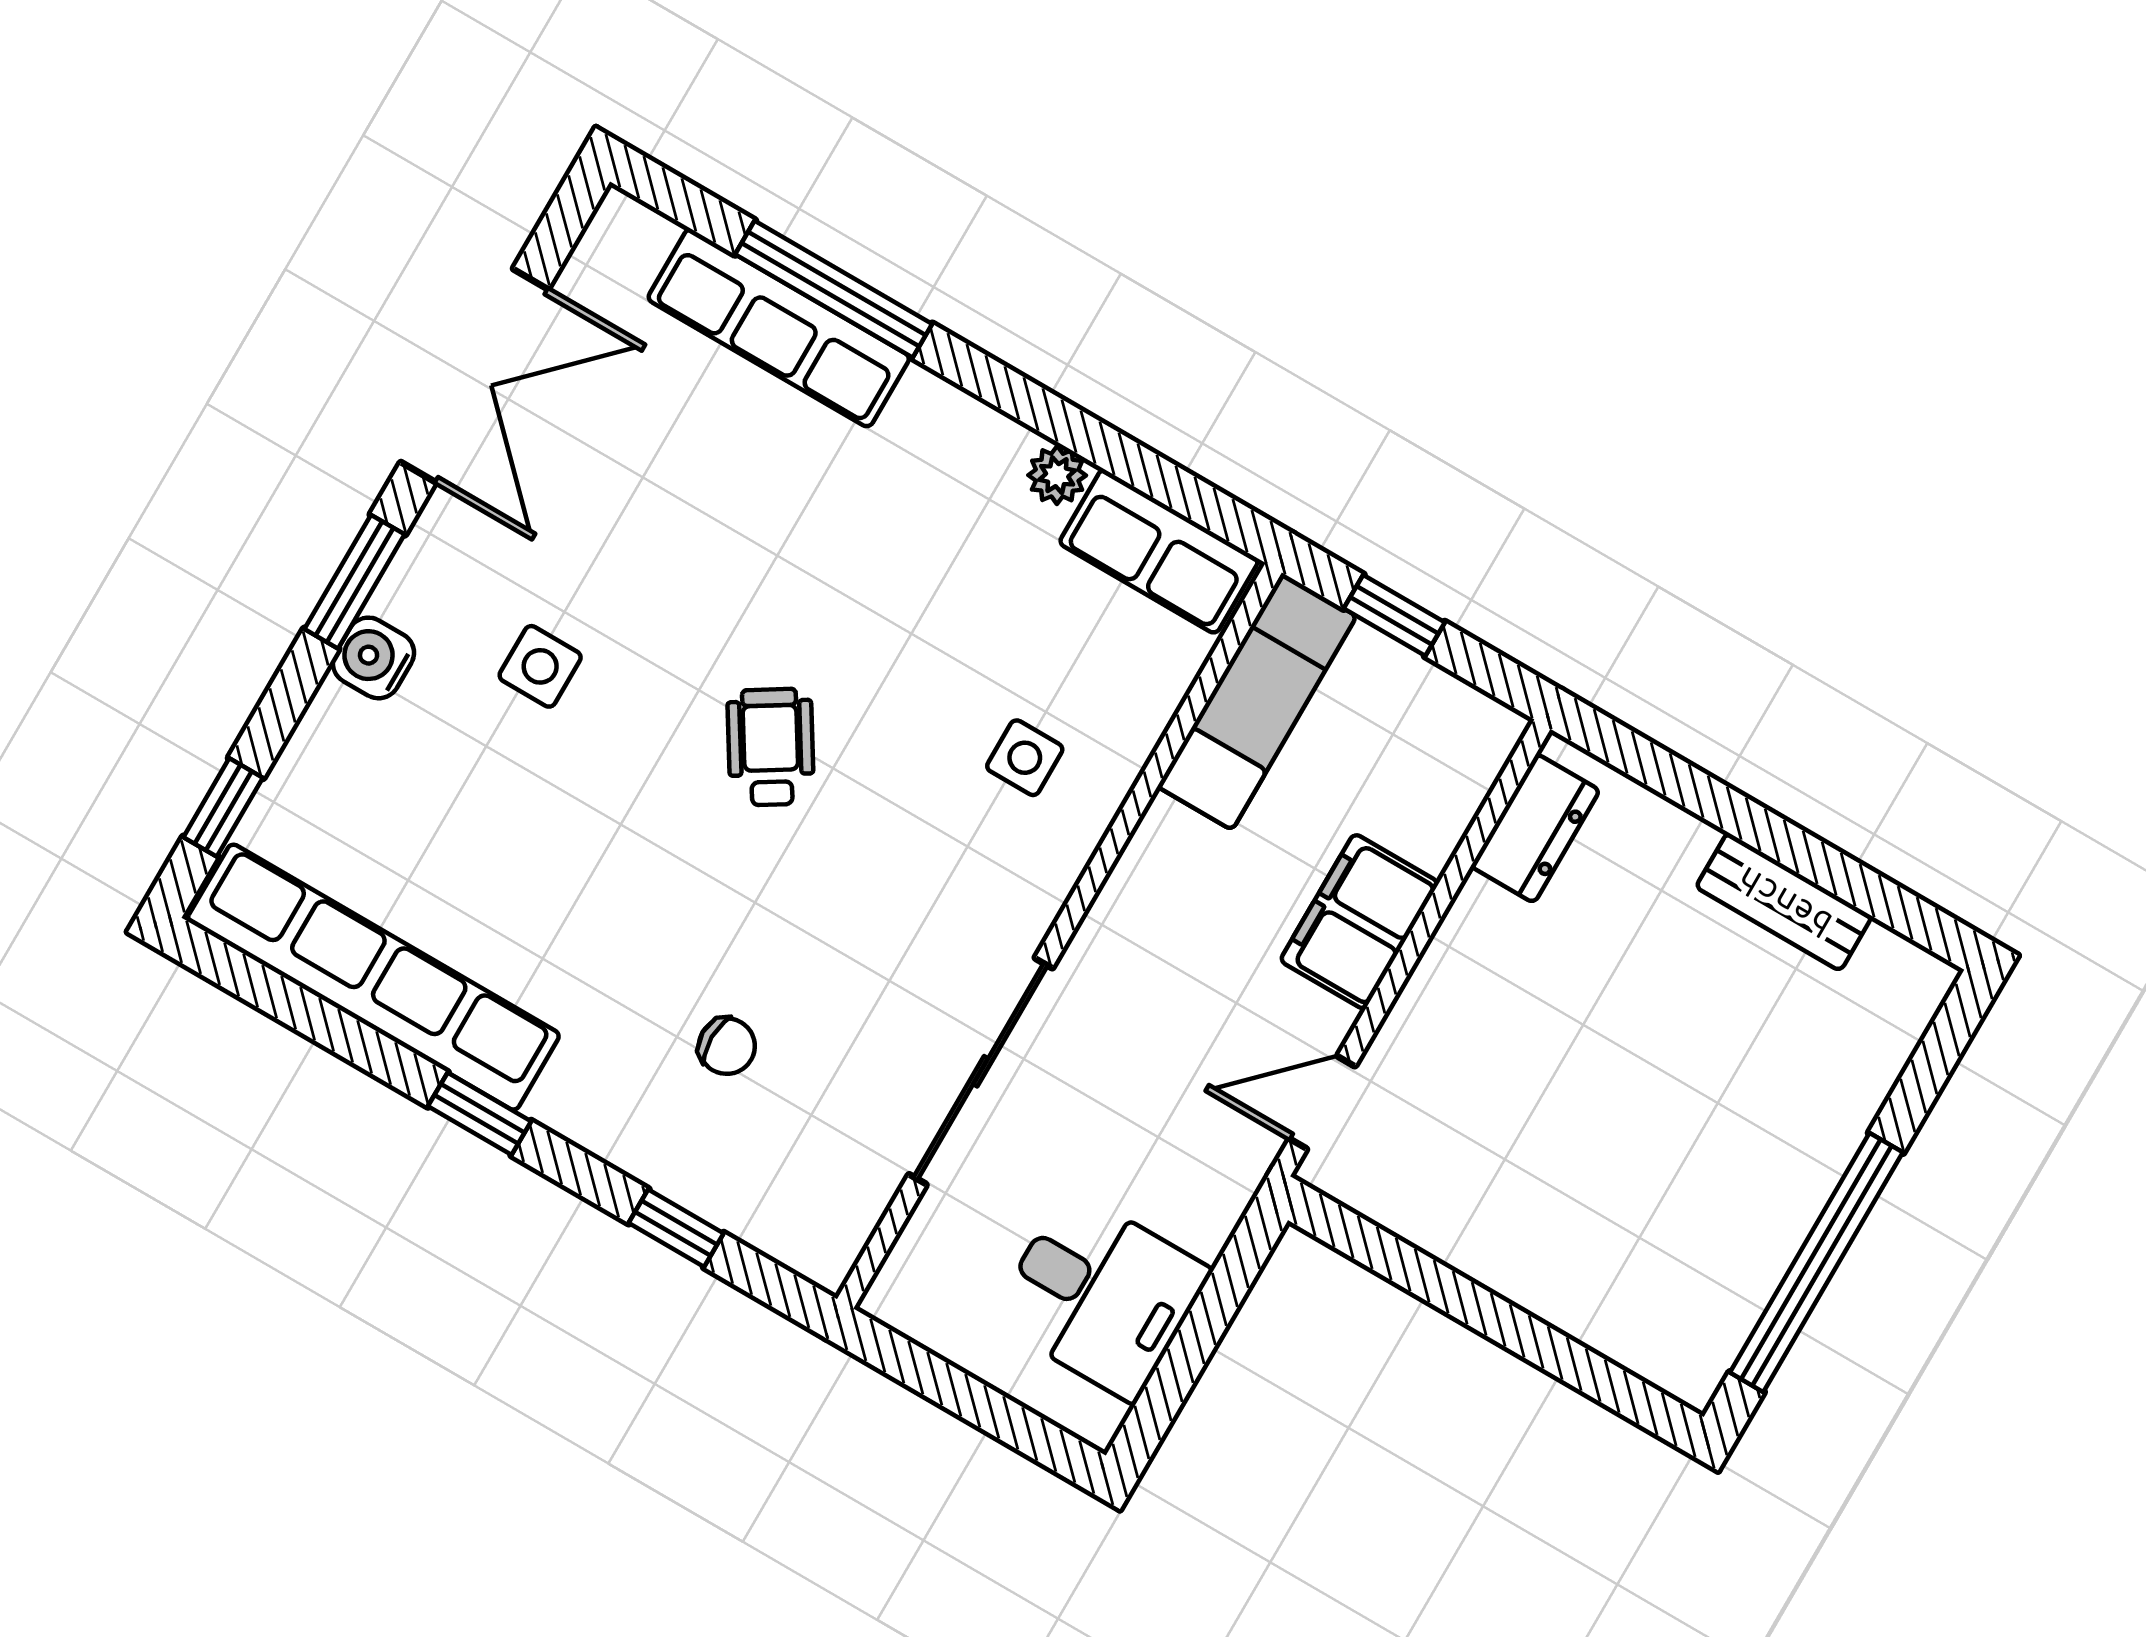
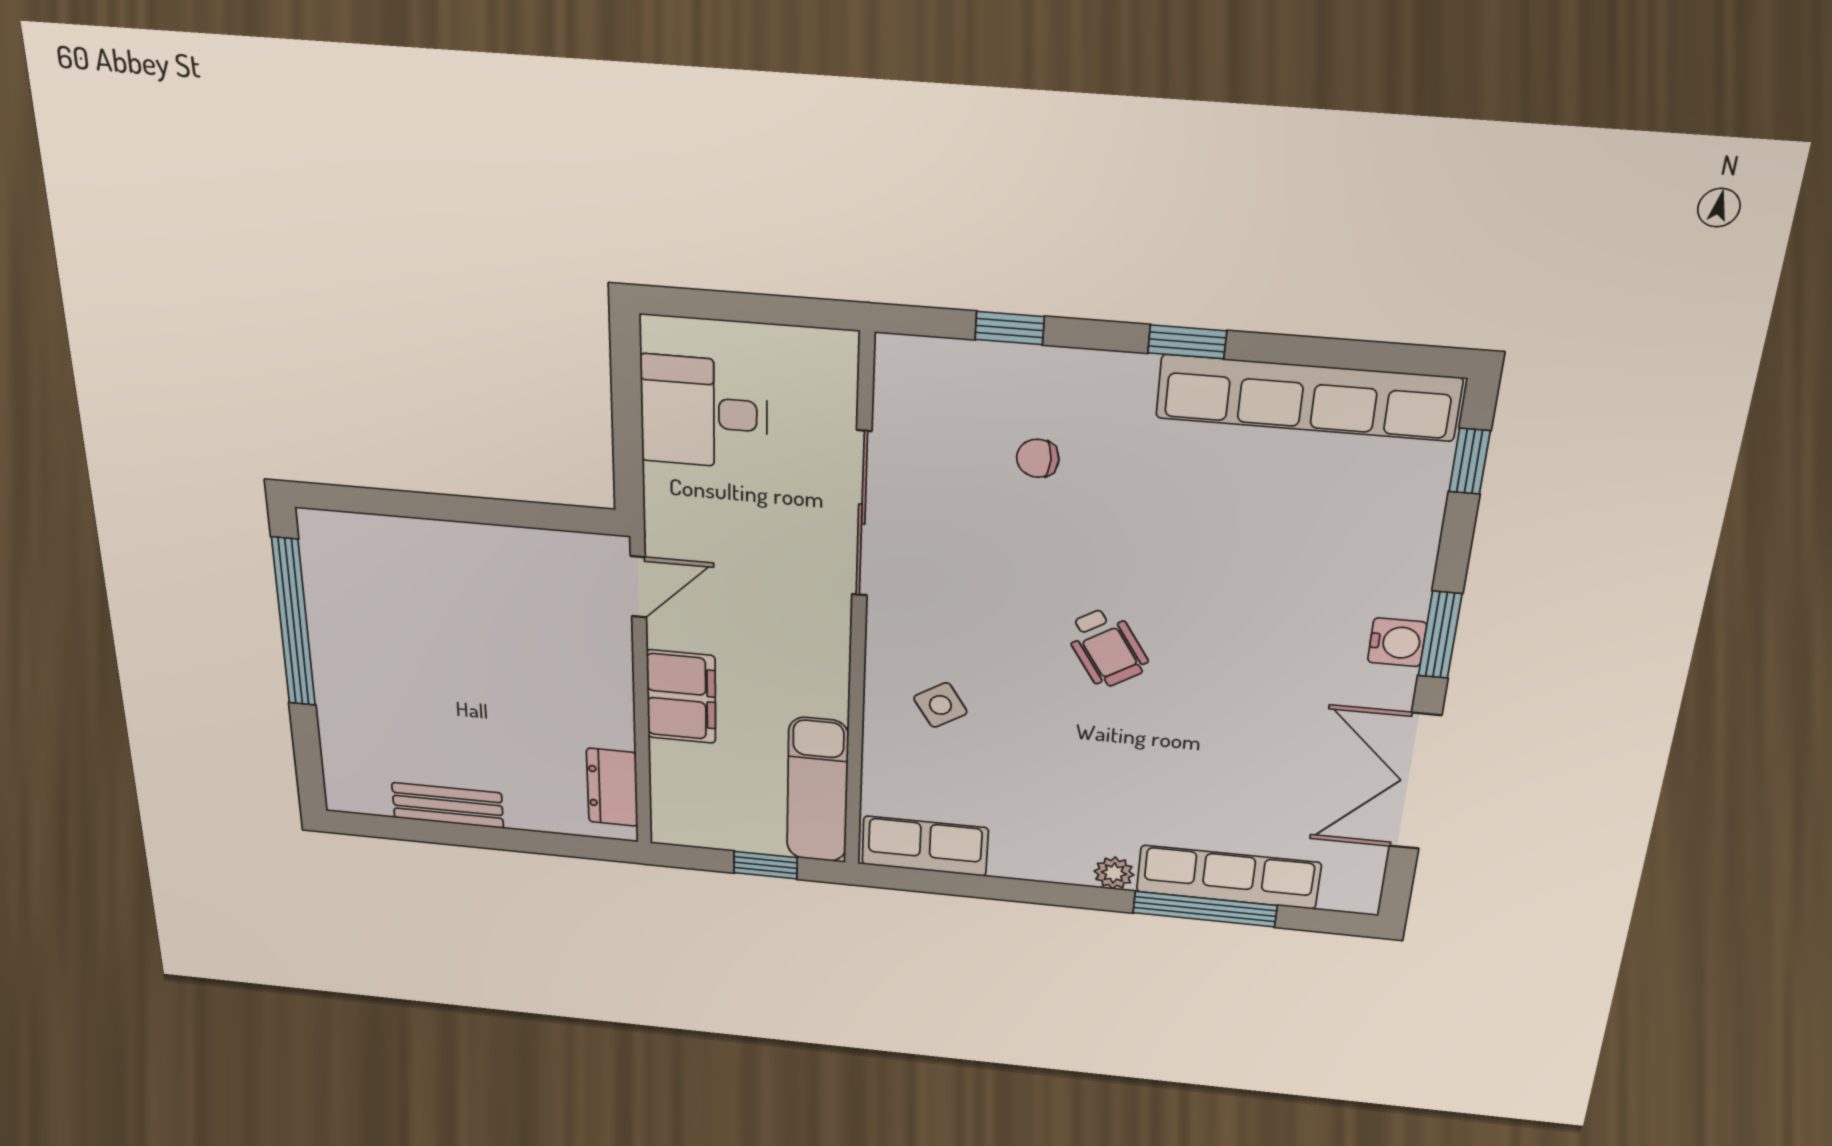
plant: (1057, 475) -> (1114, 873), moved
water cooler: (373, 658) -> (1397, 642), moved
side table: (540, 666) -> (1286, 634), removed
side table: (1025, 758) -> (940, 705), turned -32

